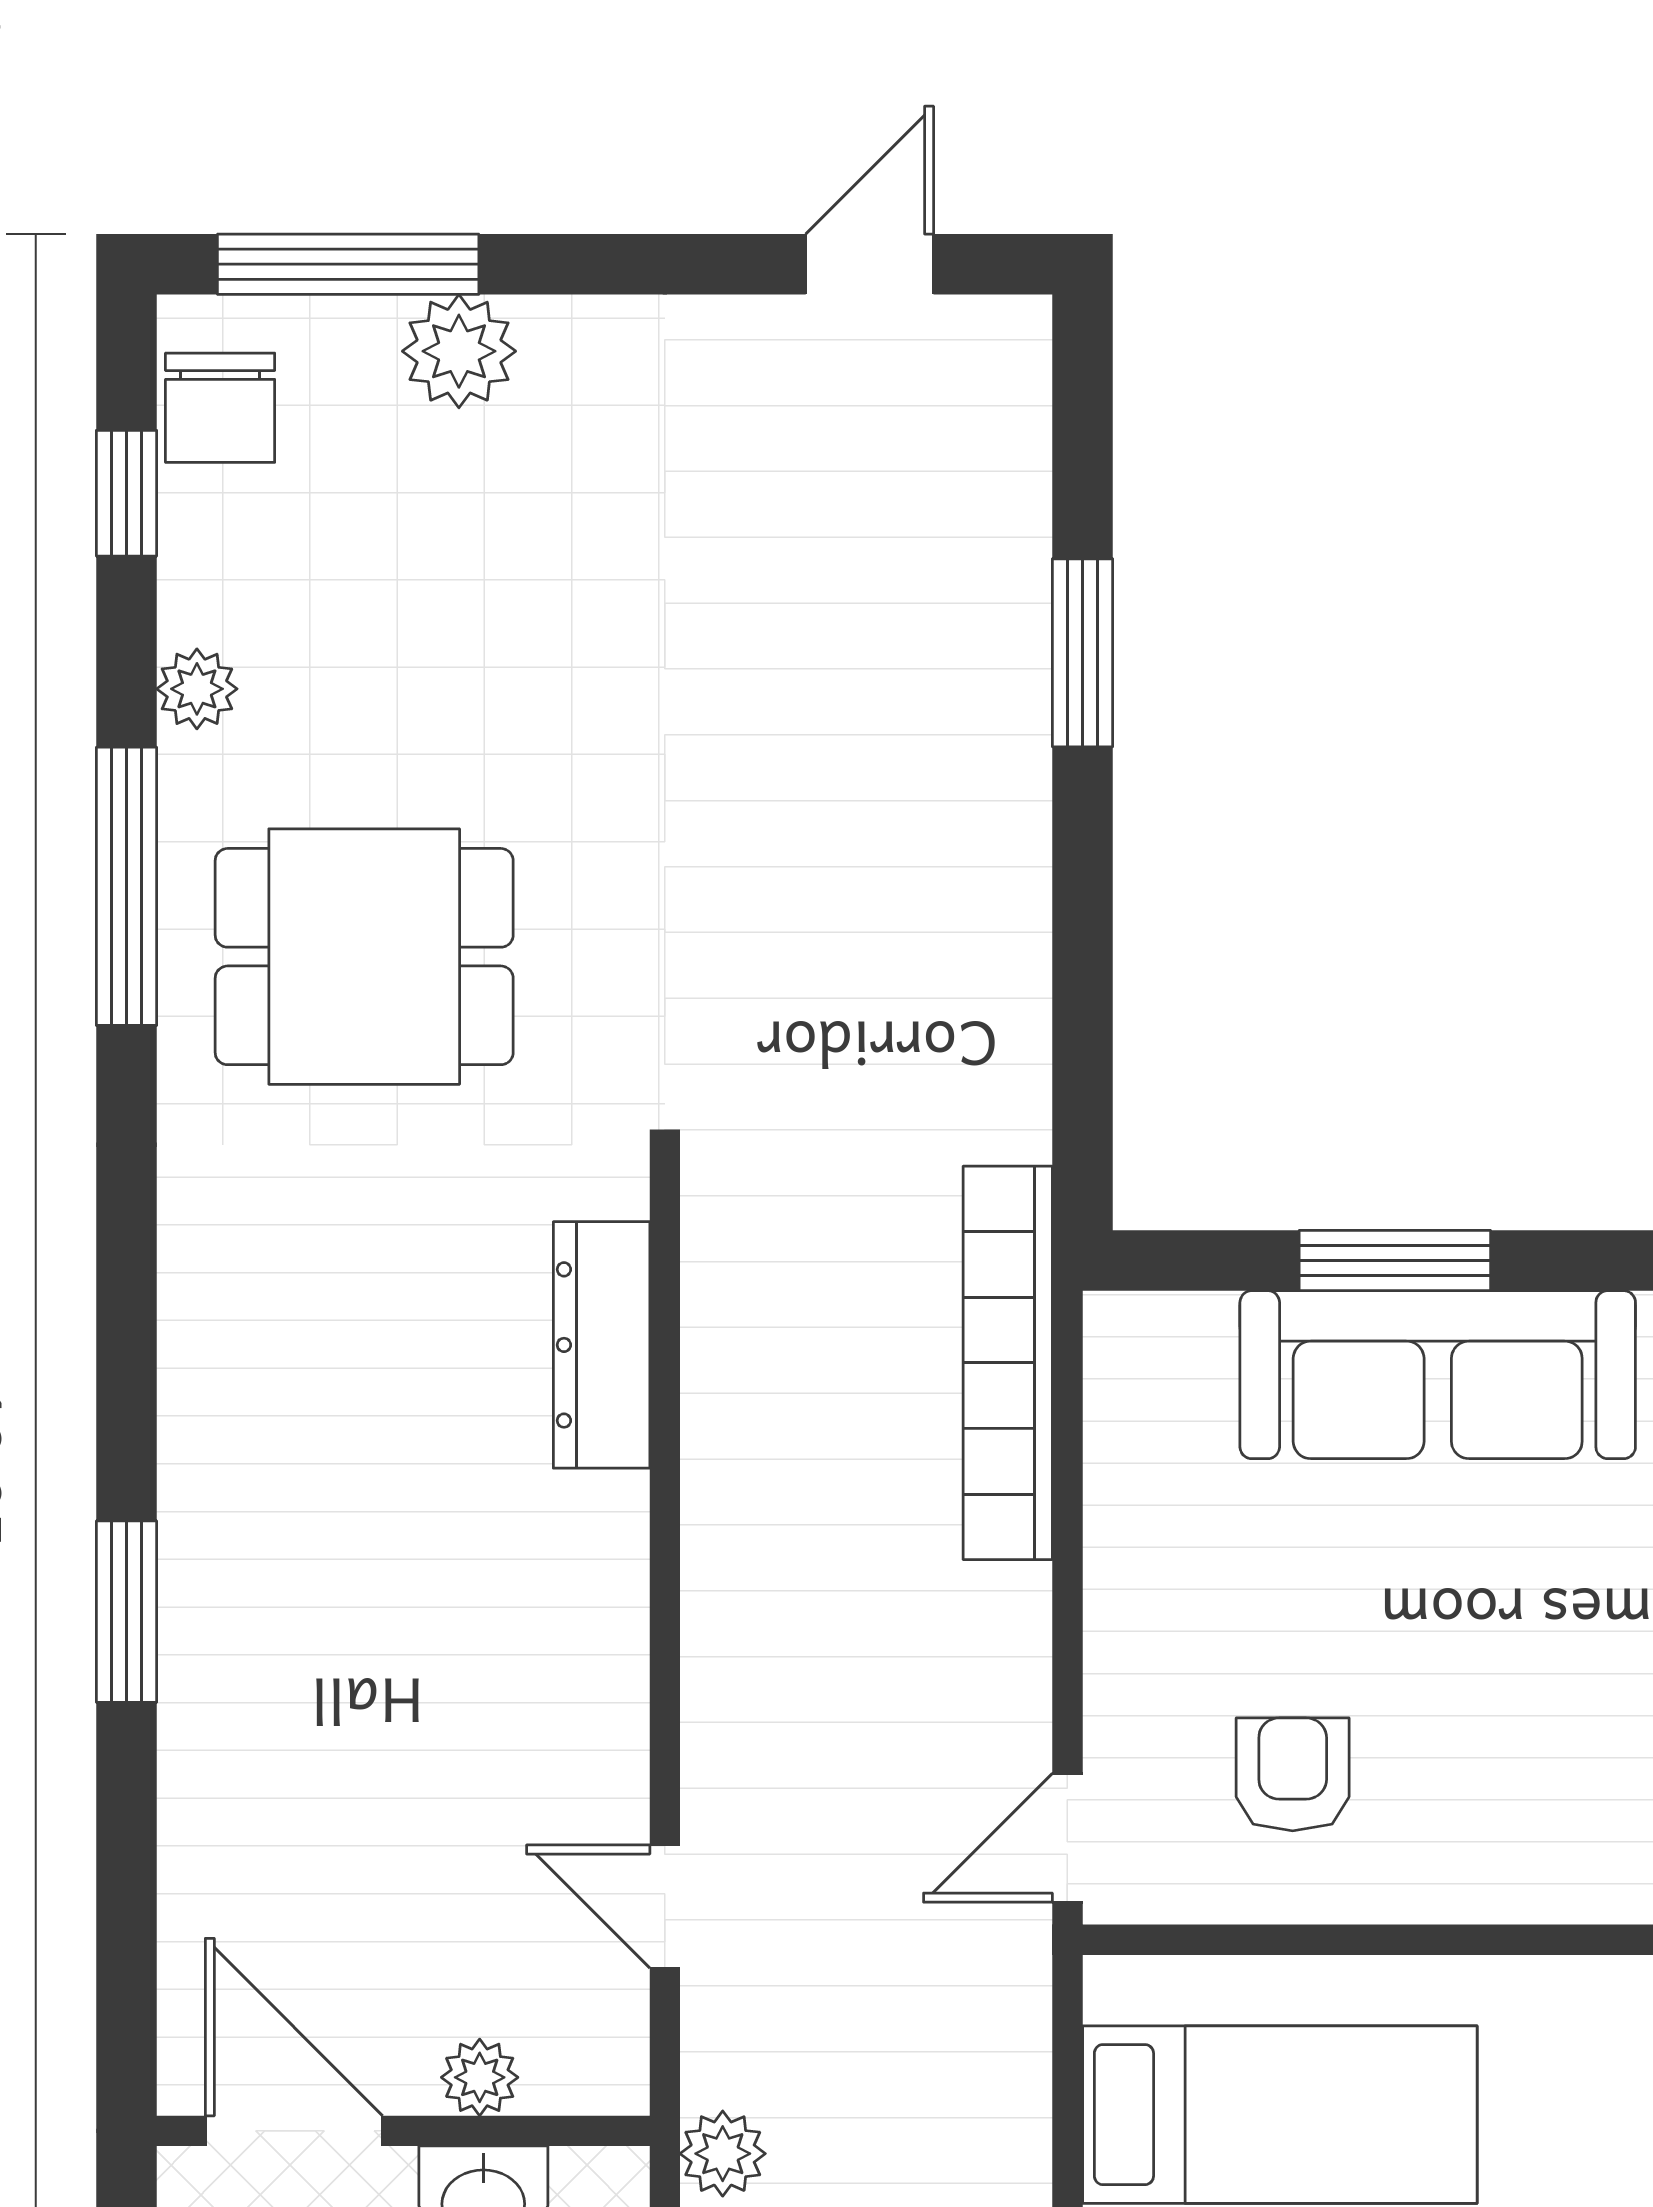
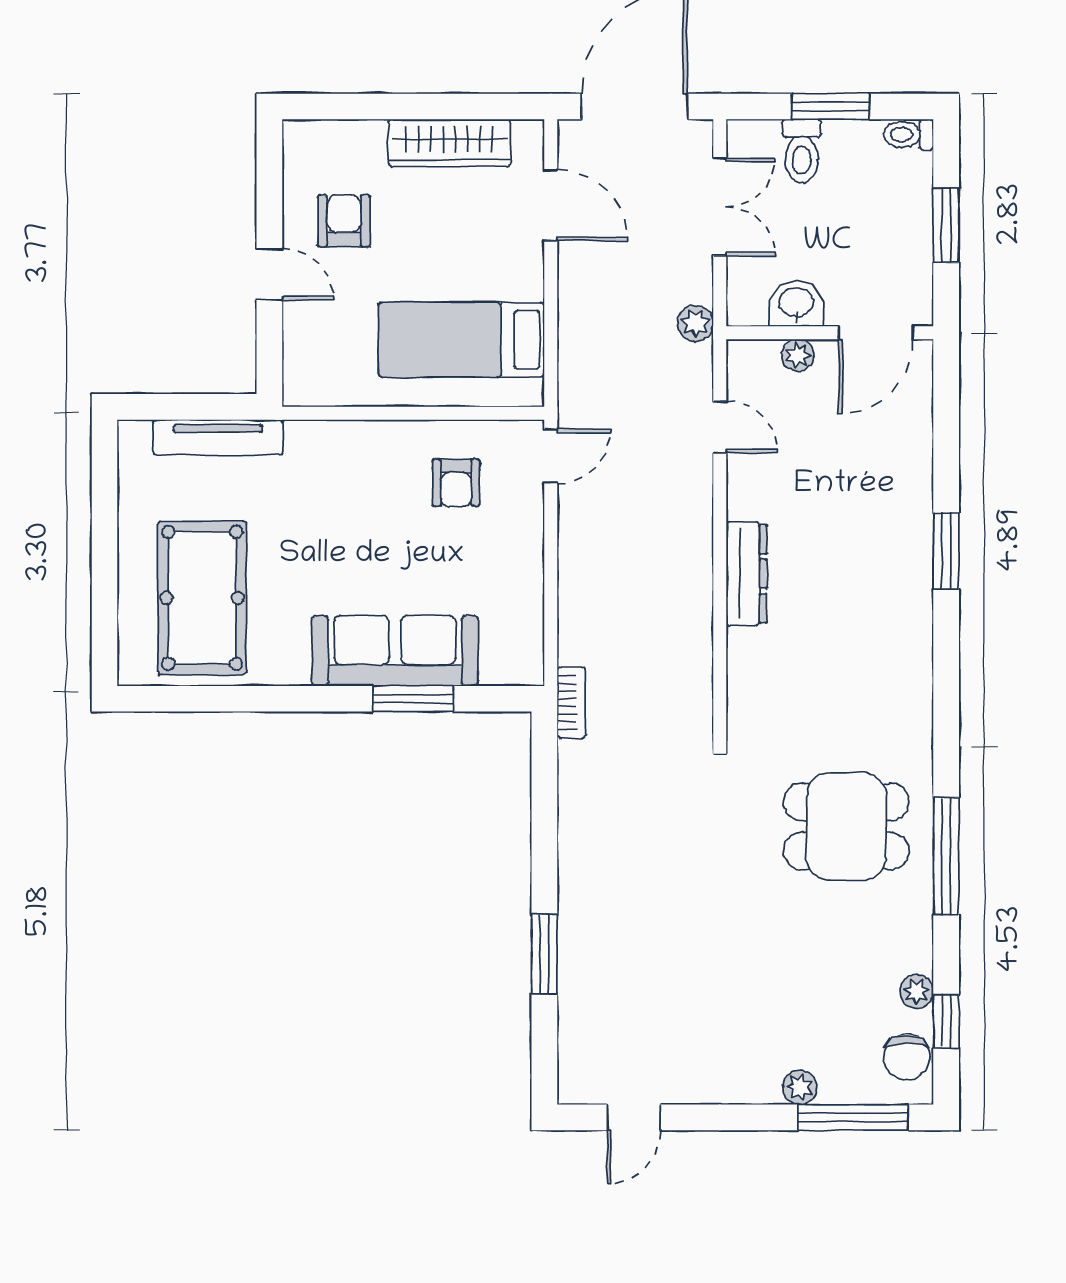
plant: (459, 351) -> (800, 1087), width x0.73, depth x0.73
chair: (220, 408) -> (907, 1057), turned 180
plant: (197, 689) -> (917, 992), moved
dresser: (602, 1345) -> (746, 574), moved
bookcase: (1008, 1363) -> (571, 703), width x0.43, depth x0.76
door: (294, 2131) -> (876, 333), hinge flipped

